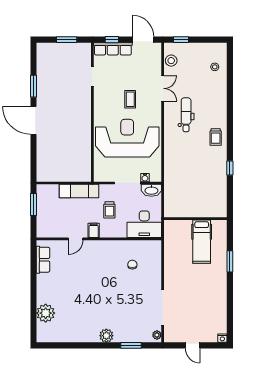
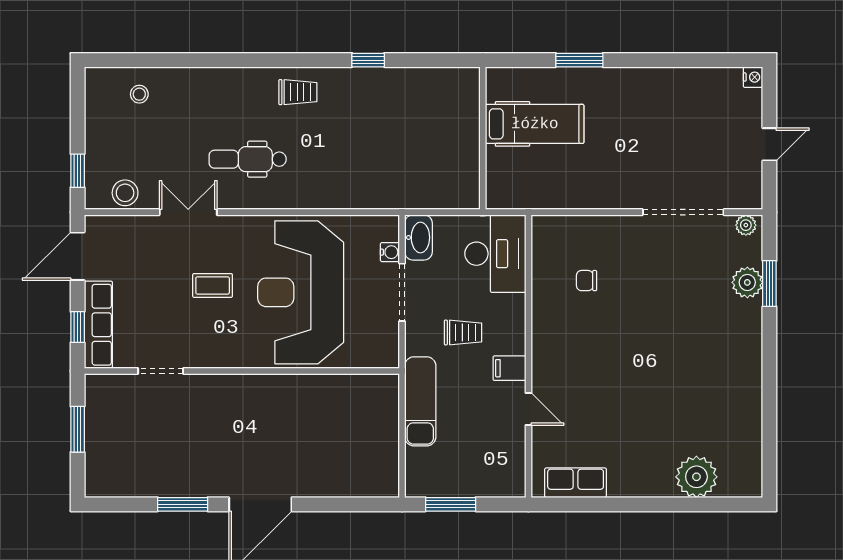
plant: (106, 336) -> (747, 282), moved

